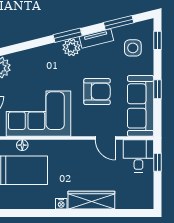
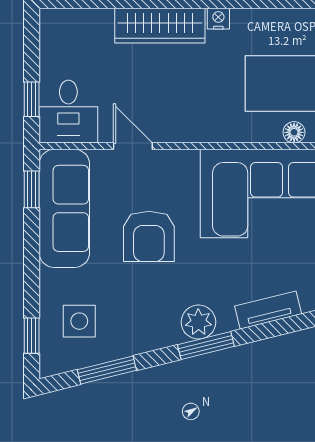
tv unit: (96, 39) -> (268, 310), moved
window: (157, 89) -> (32, 189), moved
armchair: (97, 92) -> (149, 236), turned -90

